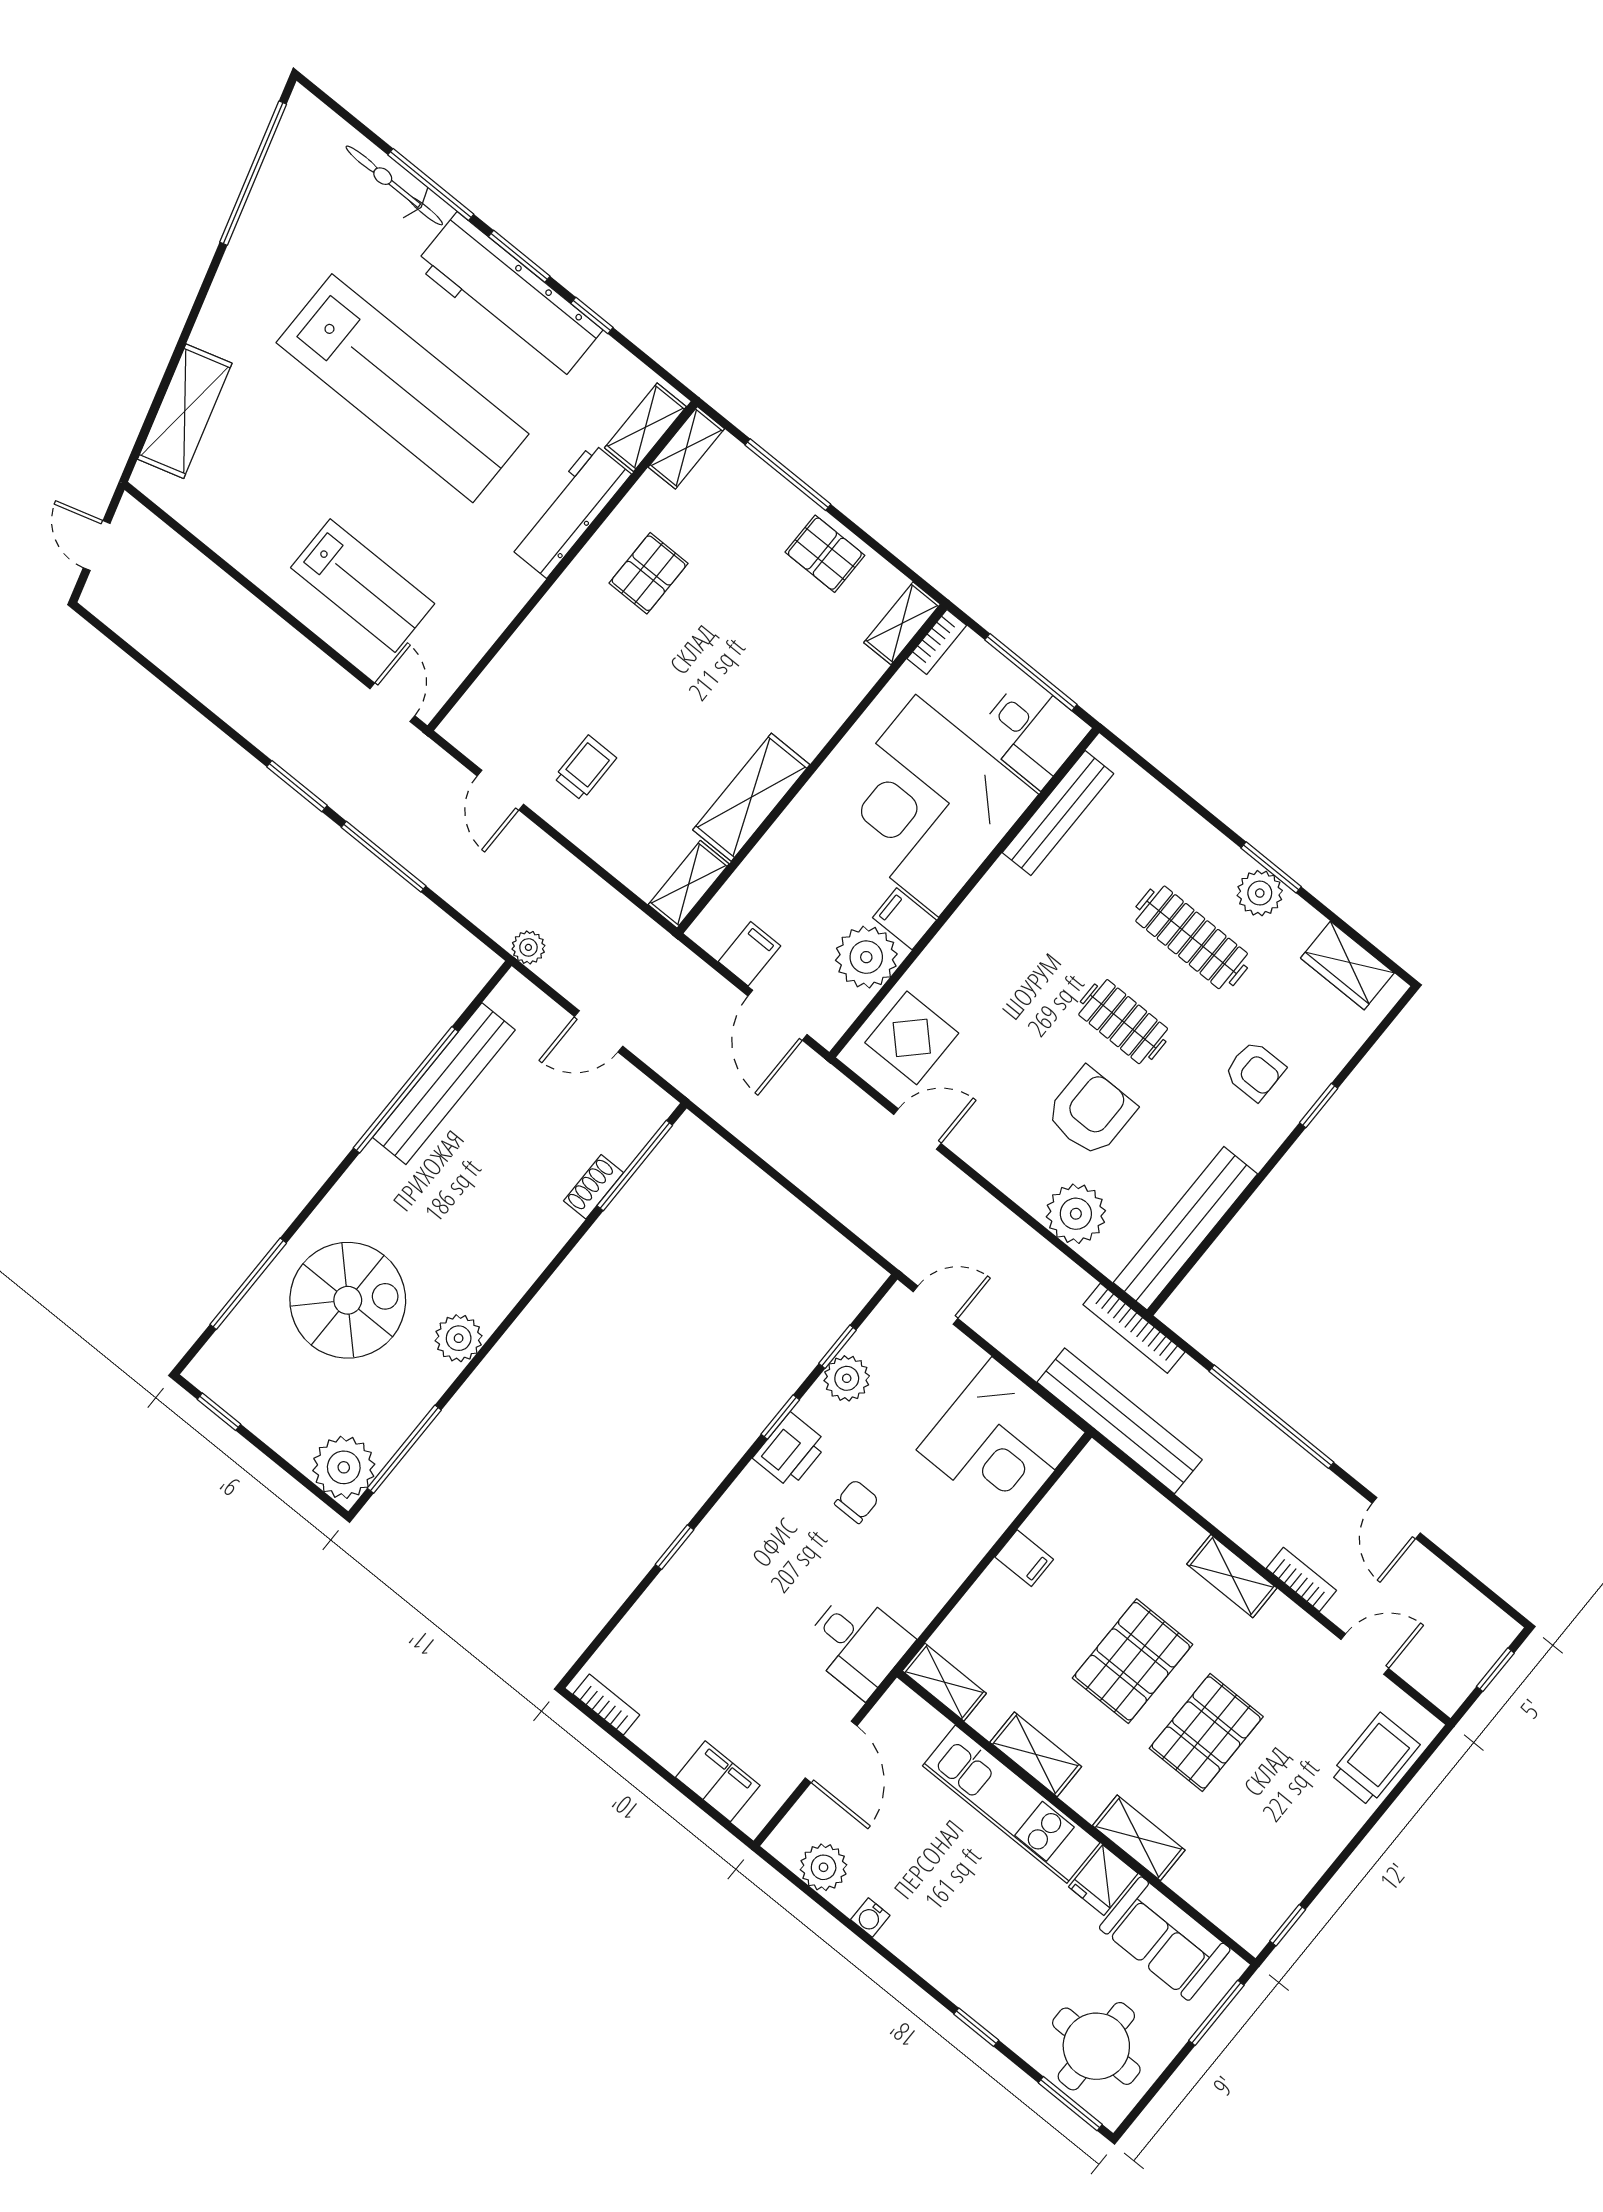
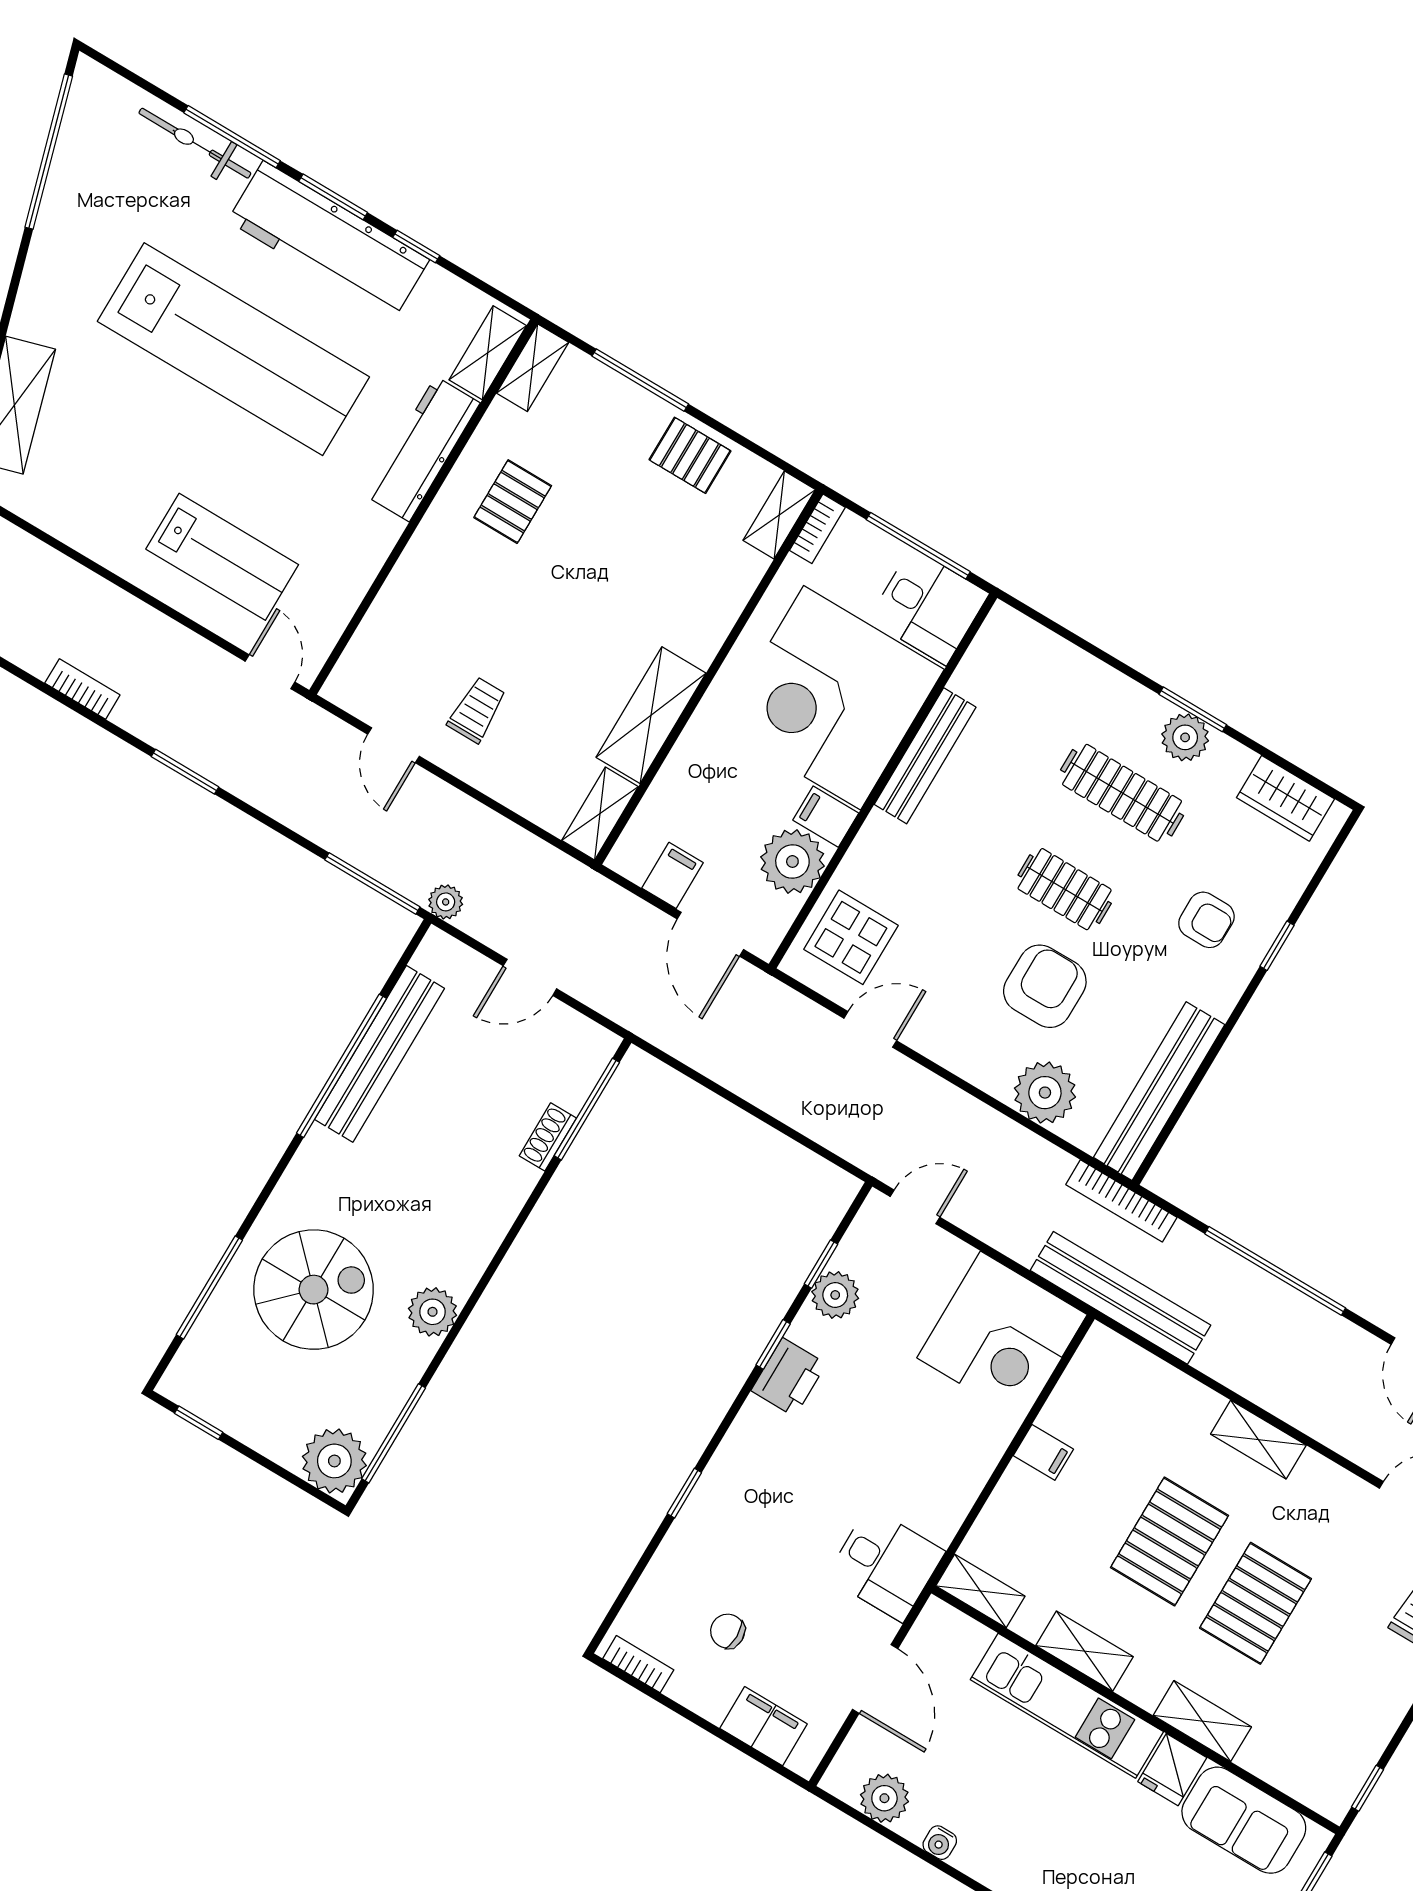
bench: (1058, 813) -> (925, 756), moved
window: (384, 857) -> (372, 883), moved
chair: (857, 1501) -> (728, 1631), moved, turned -90
bookcase: (1301, 1579) -> (82, 689), moved

